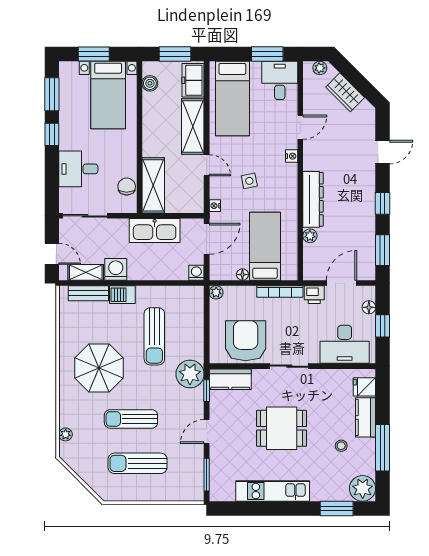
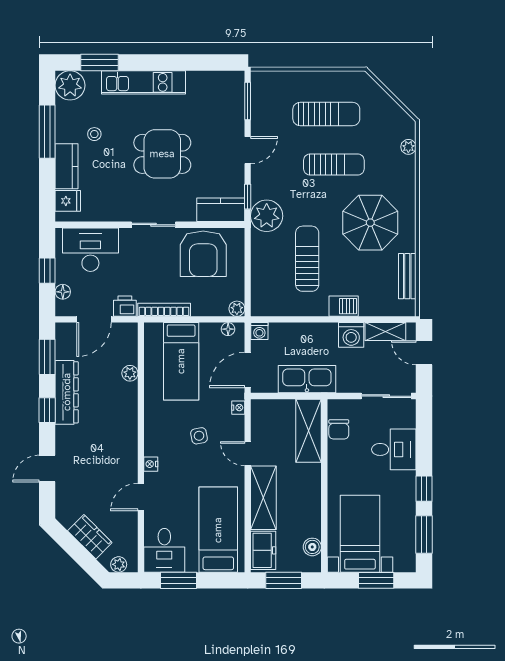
dresser: (313, 199) -> (67, 392), moved, turned 180
floor lamp: (242, 275) -> (228, 329), moved
bench: (88, 293) -> (407, 276), moved, turned 90
kitchen unit: (273, 491) -> (143, 82), moved

